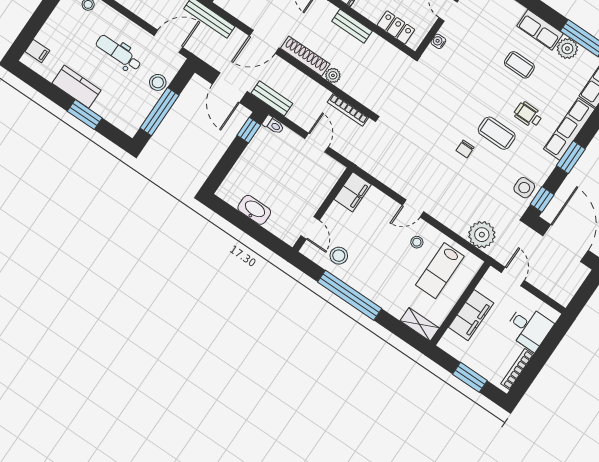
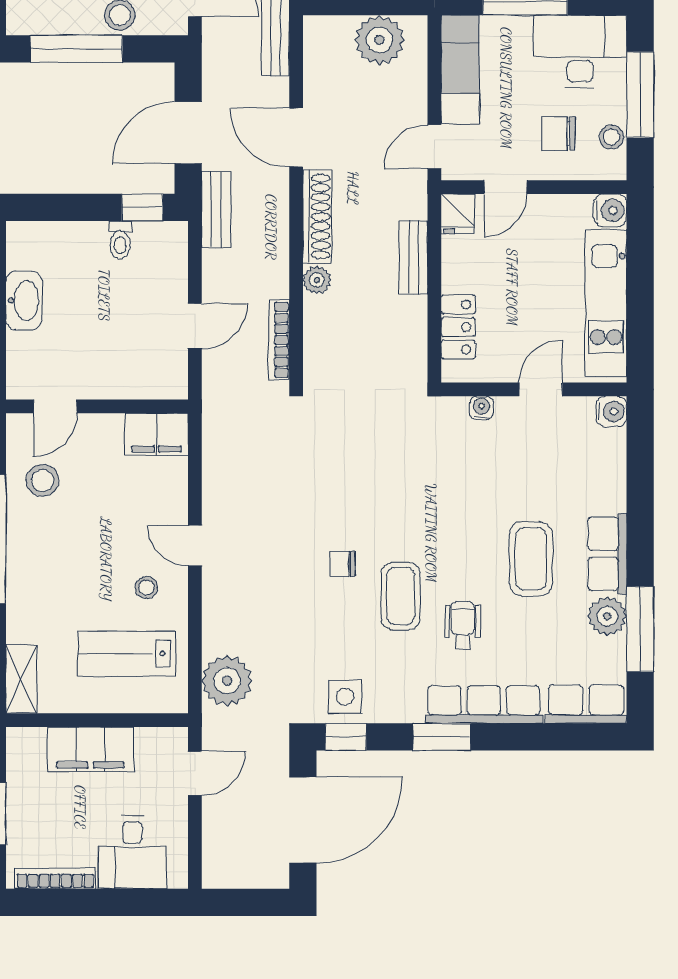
coffee table: (519, 65) -> (531, 559), width x1.36, depth x1.30
toilet: (273, 125) -> (120, 240), moved

